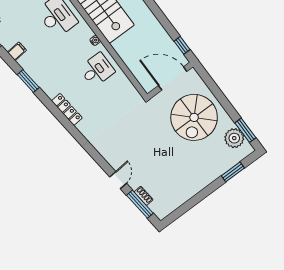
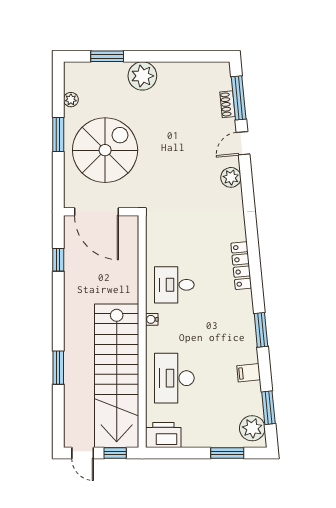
window: (182, 45) -> (58, 260), moved
window: (245, 130) -> (58, 135), moved
plant: (234, 138) -> (71, 100), width x0.53, depth x0.53
plant: (110, 155) -> (231, 177), added
plant: (204, 176) -> (142, 76), added

